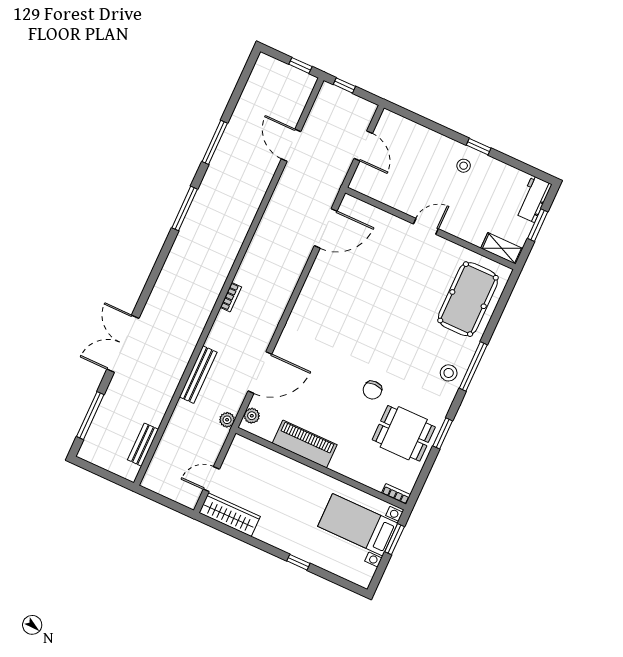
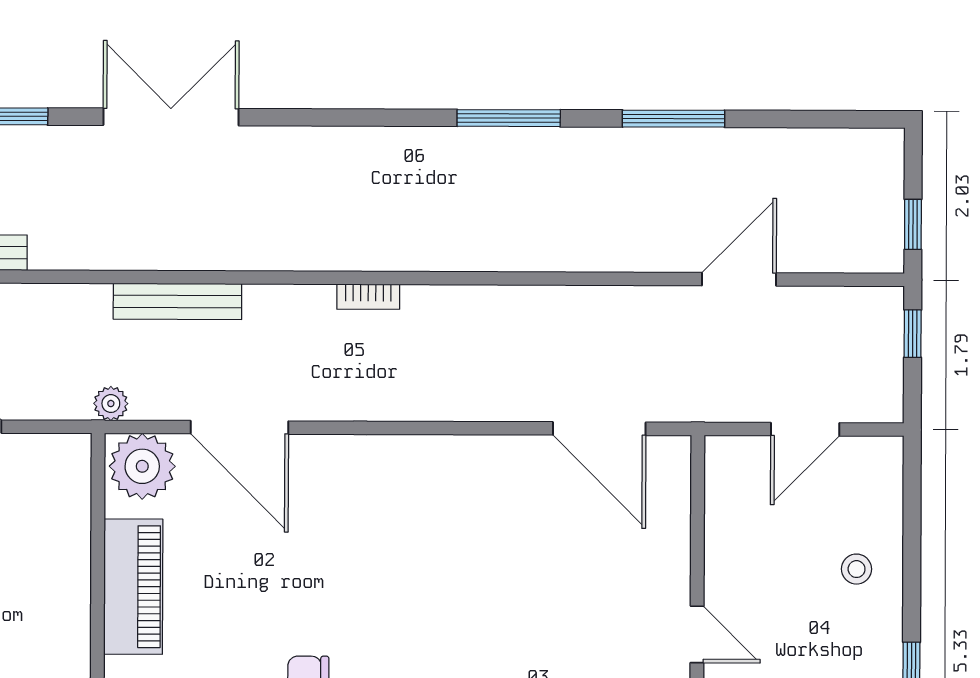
stool: (464, 166) -> (857, 569), moved
plant: (252, 416) -> (142, 466), width x1.88, depth x1.88

